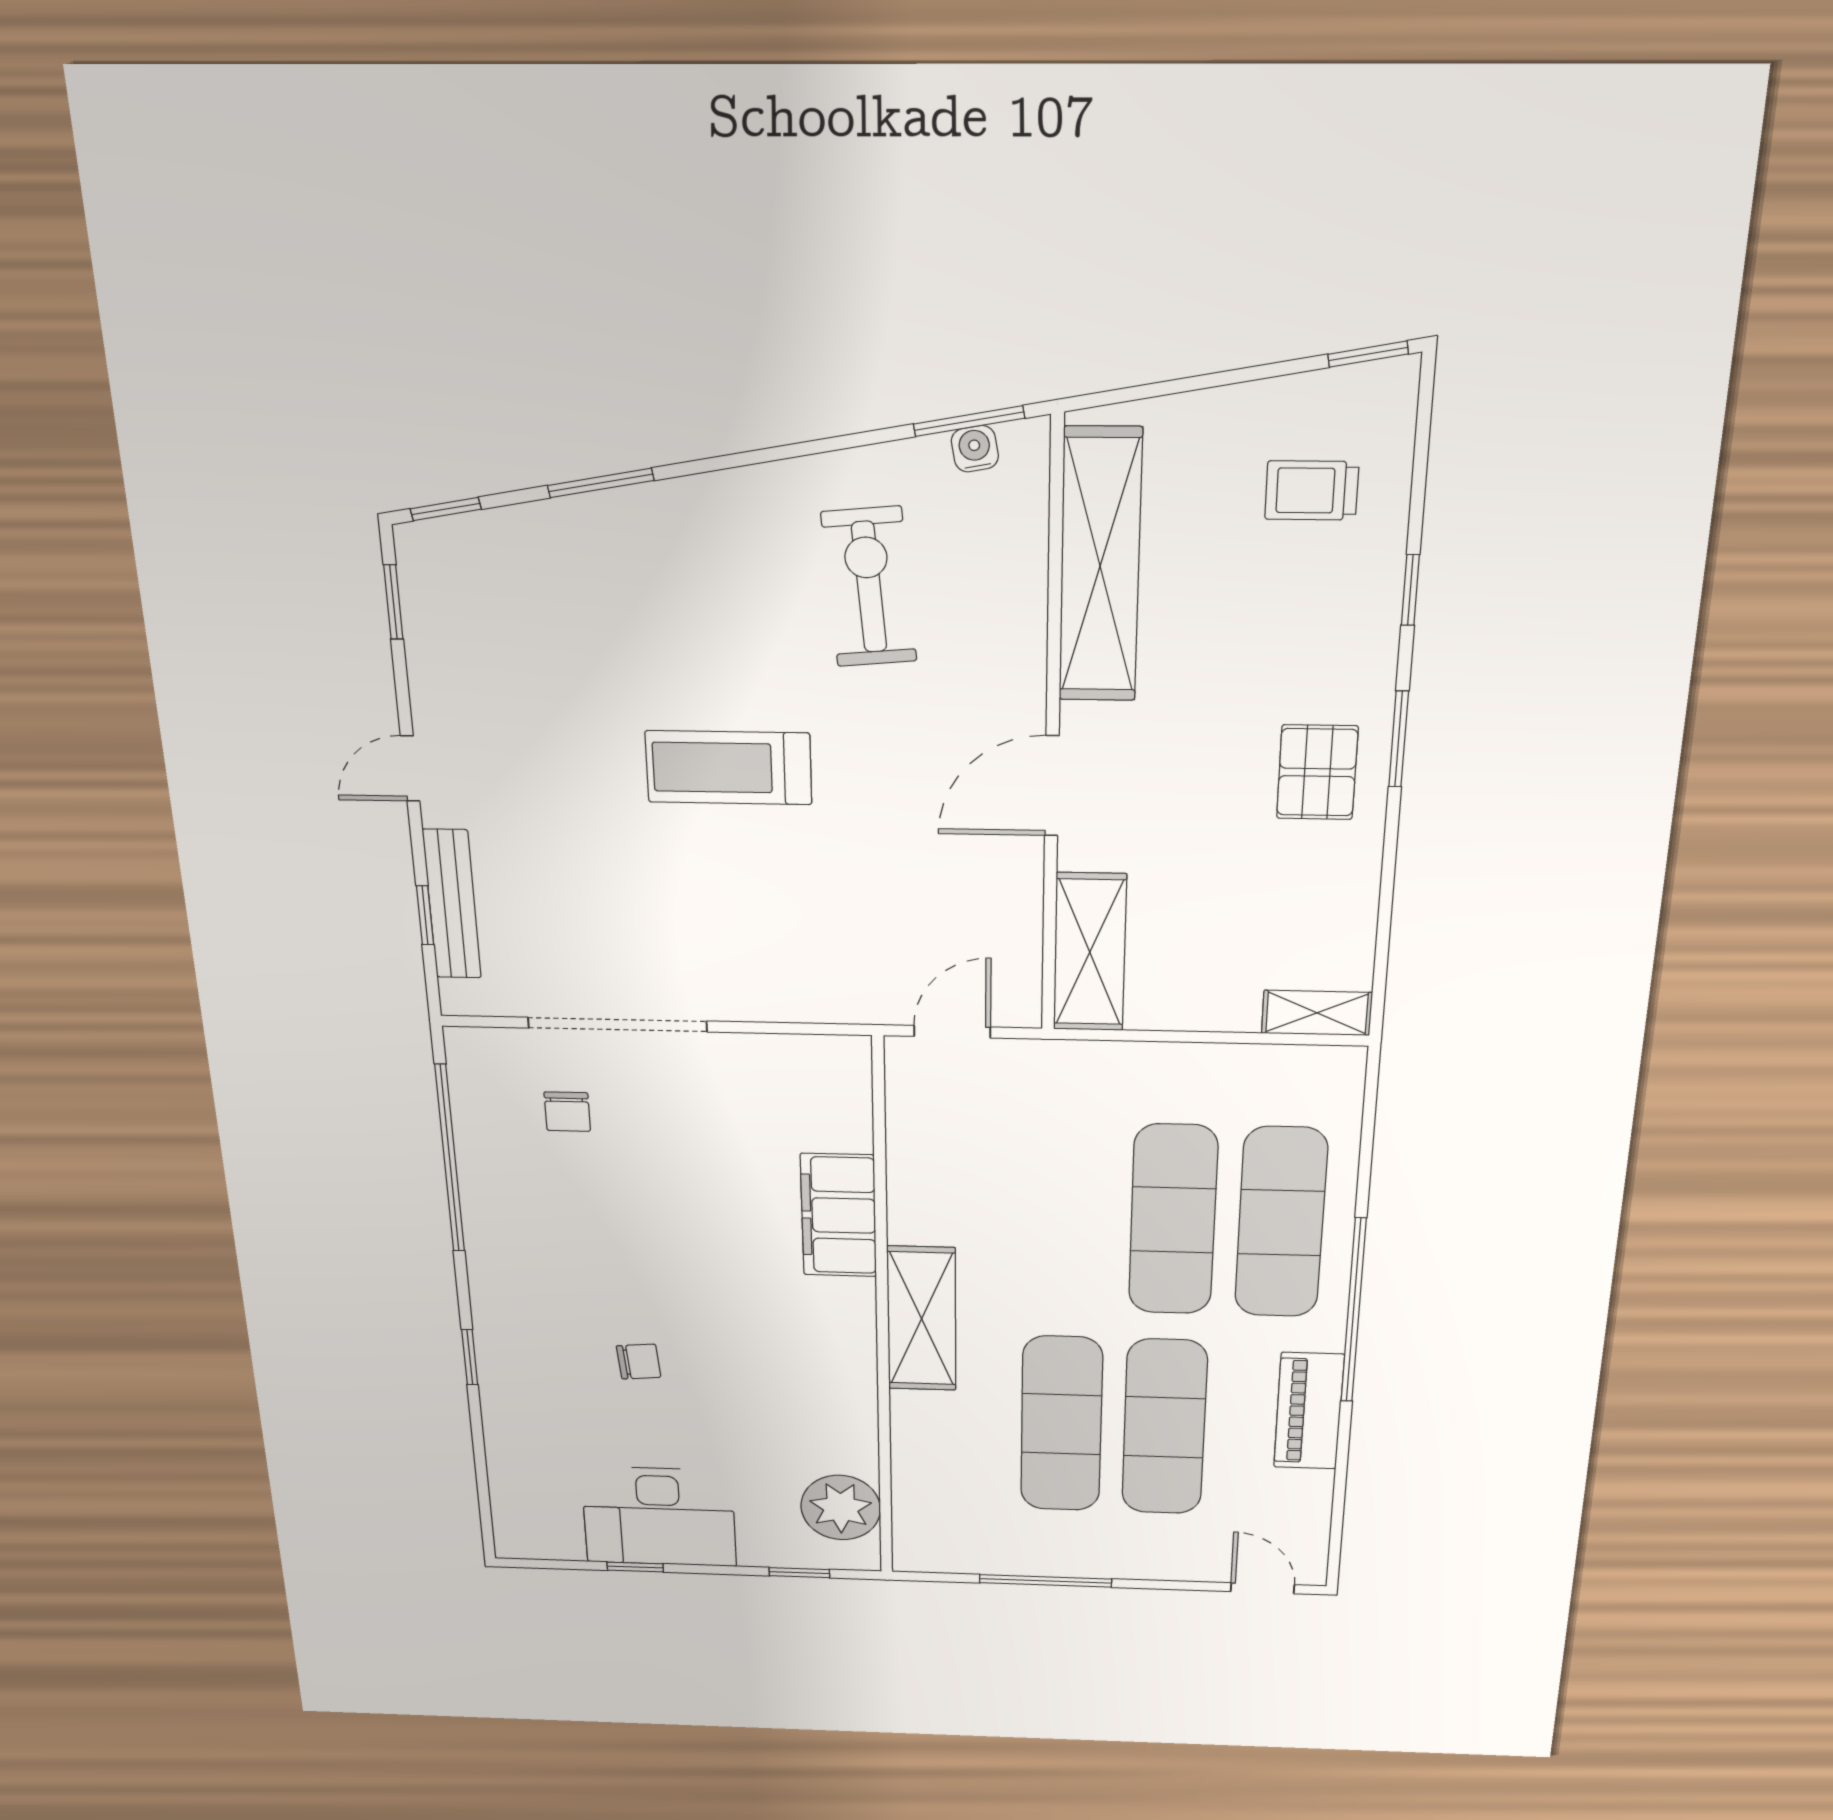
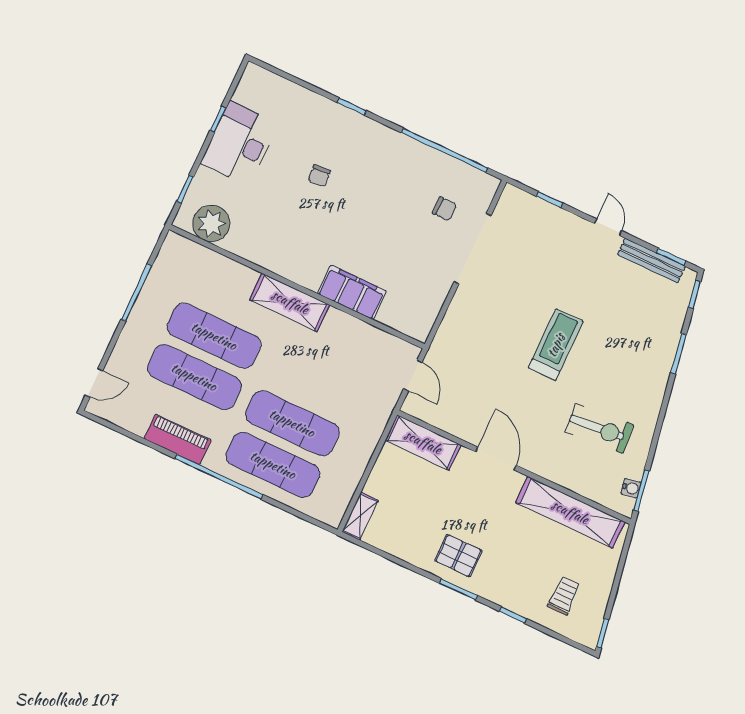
bench: (452, 904) -> (651, 261), moved
chair: (567, 1112) -> (445, 209), turned 180

